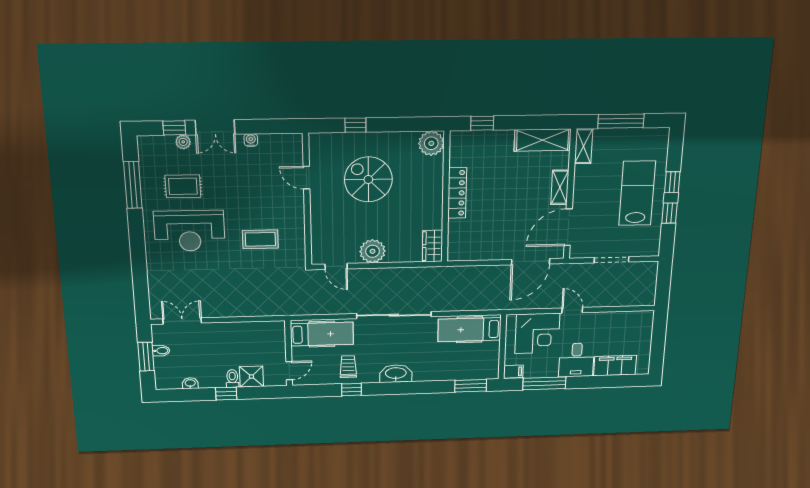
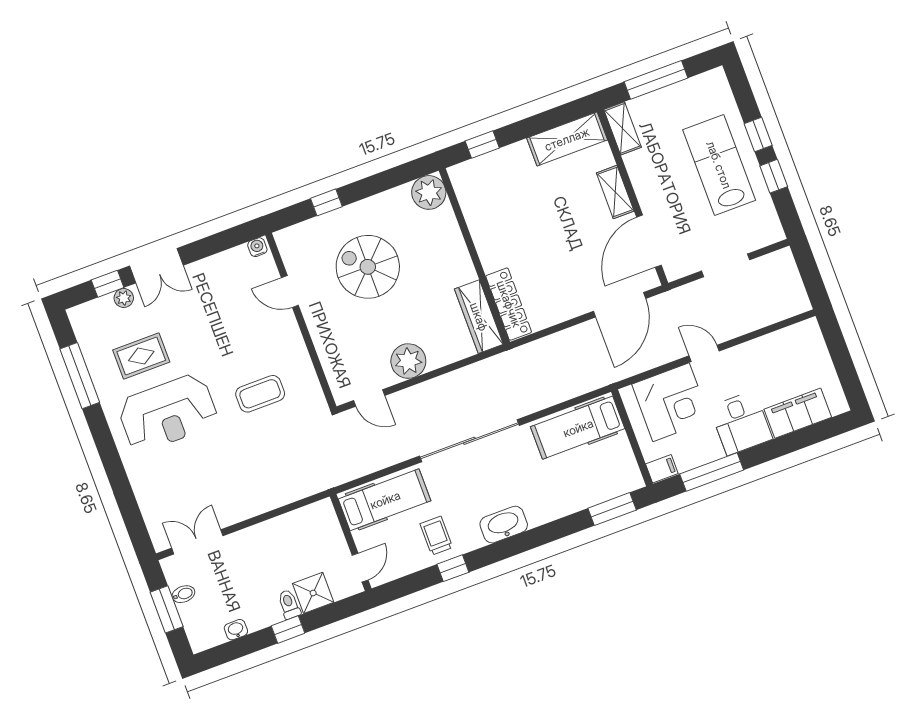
water cooler: (251, 140) -> (257, 247), moved
locker: (457, 193) -> (509, 304), moved
wardrobe: (432, 246) -> (479, 317), width x1.50

